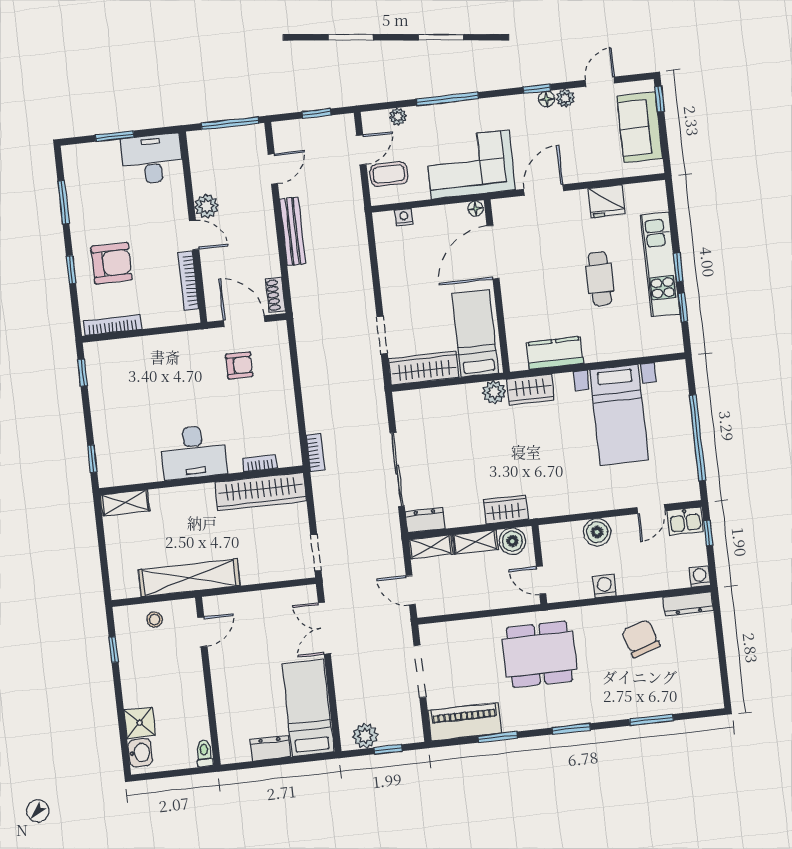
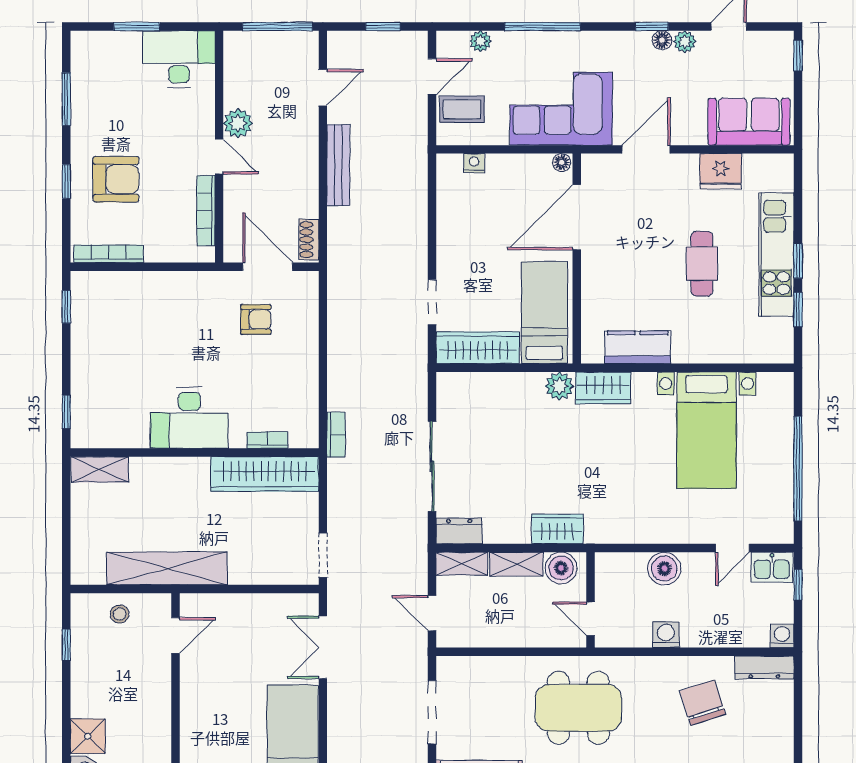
sofa: (640, 127) -> (749, 122), moved, turned 90

